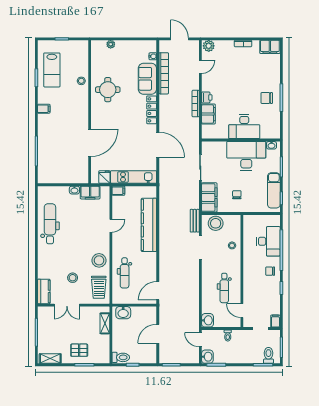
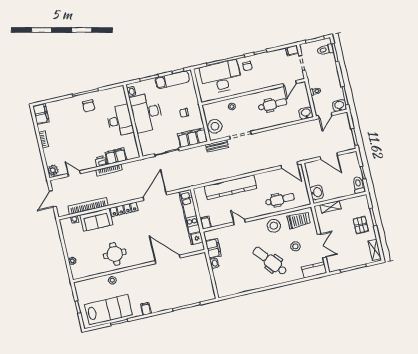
lab bench: (52, 70) -> (109, 310), width x1.36, depth x1.39
dental chair: (50, 224) -> (270, 261), moved, turned 50
desk: (268, 241) -> (221, 77), width x1.36, depth x1.30

